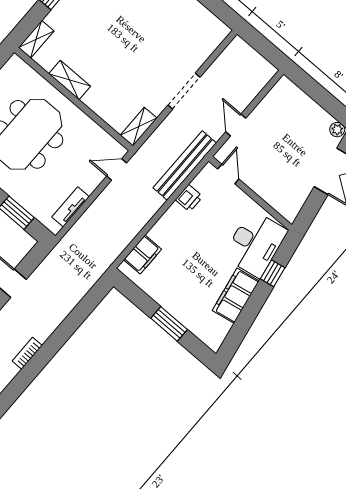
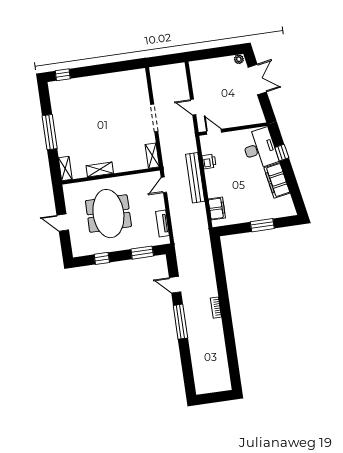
bench: (185, 165) -> (195, 178), moved

